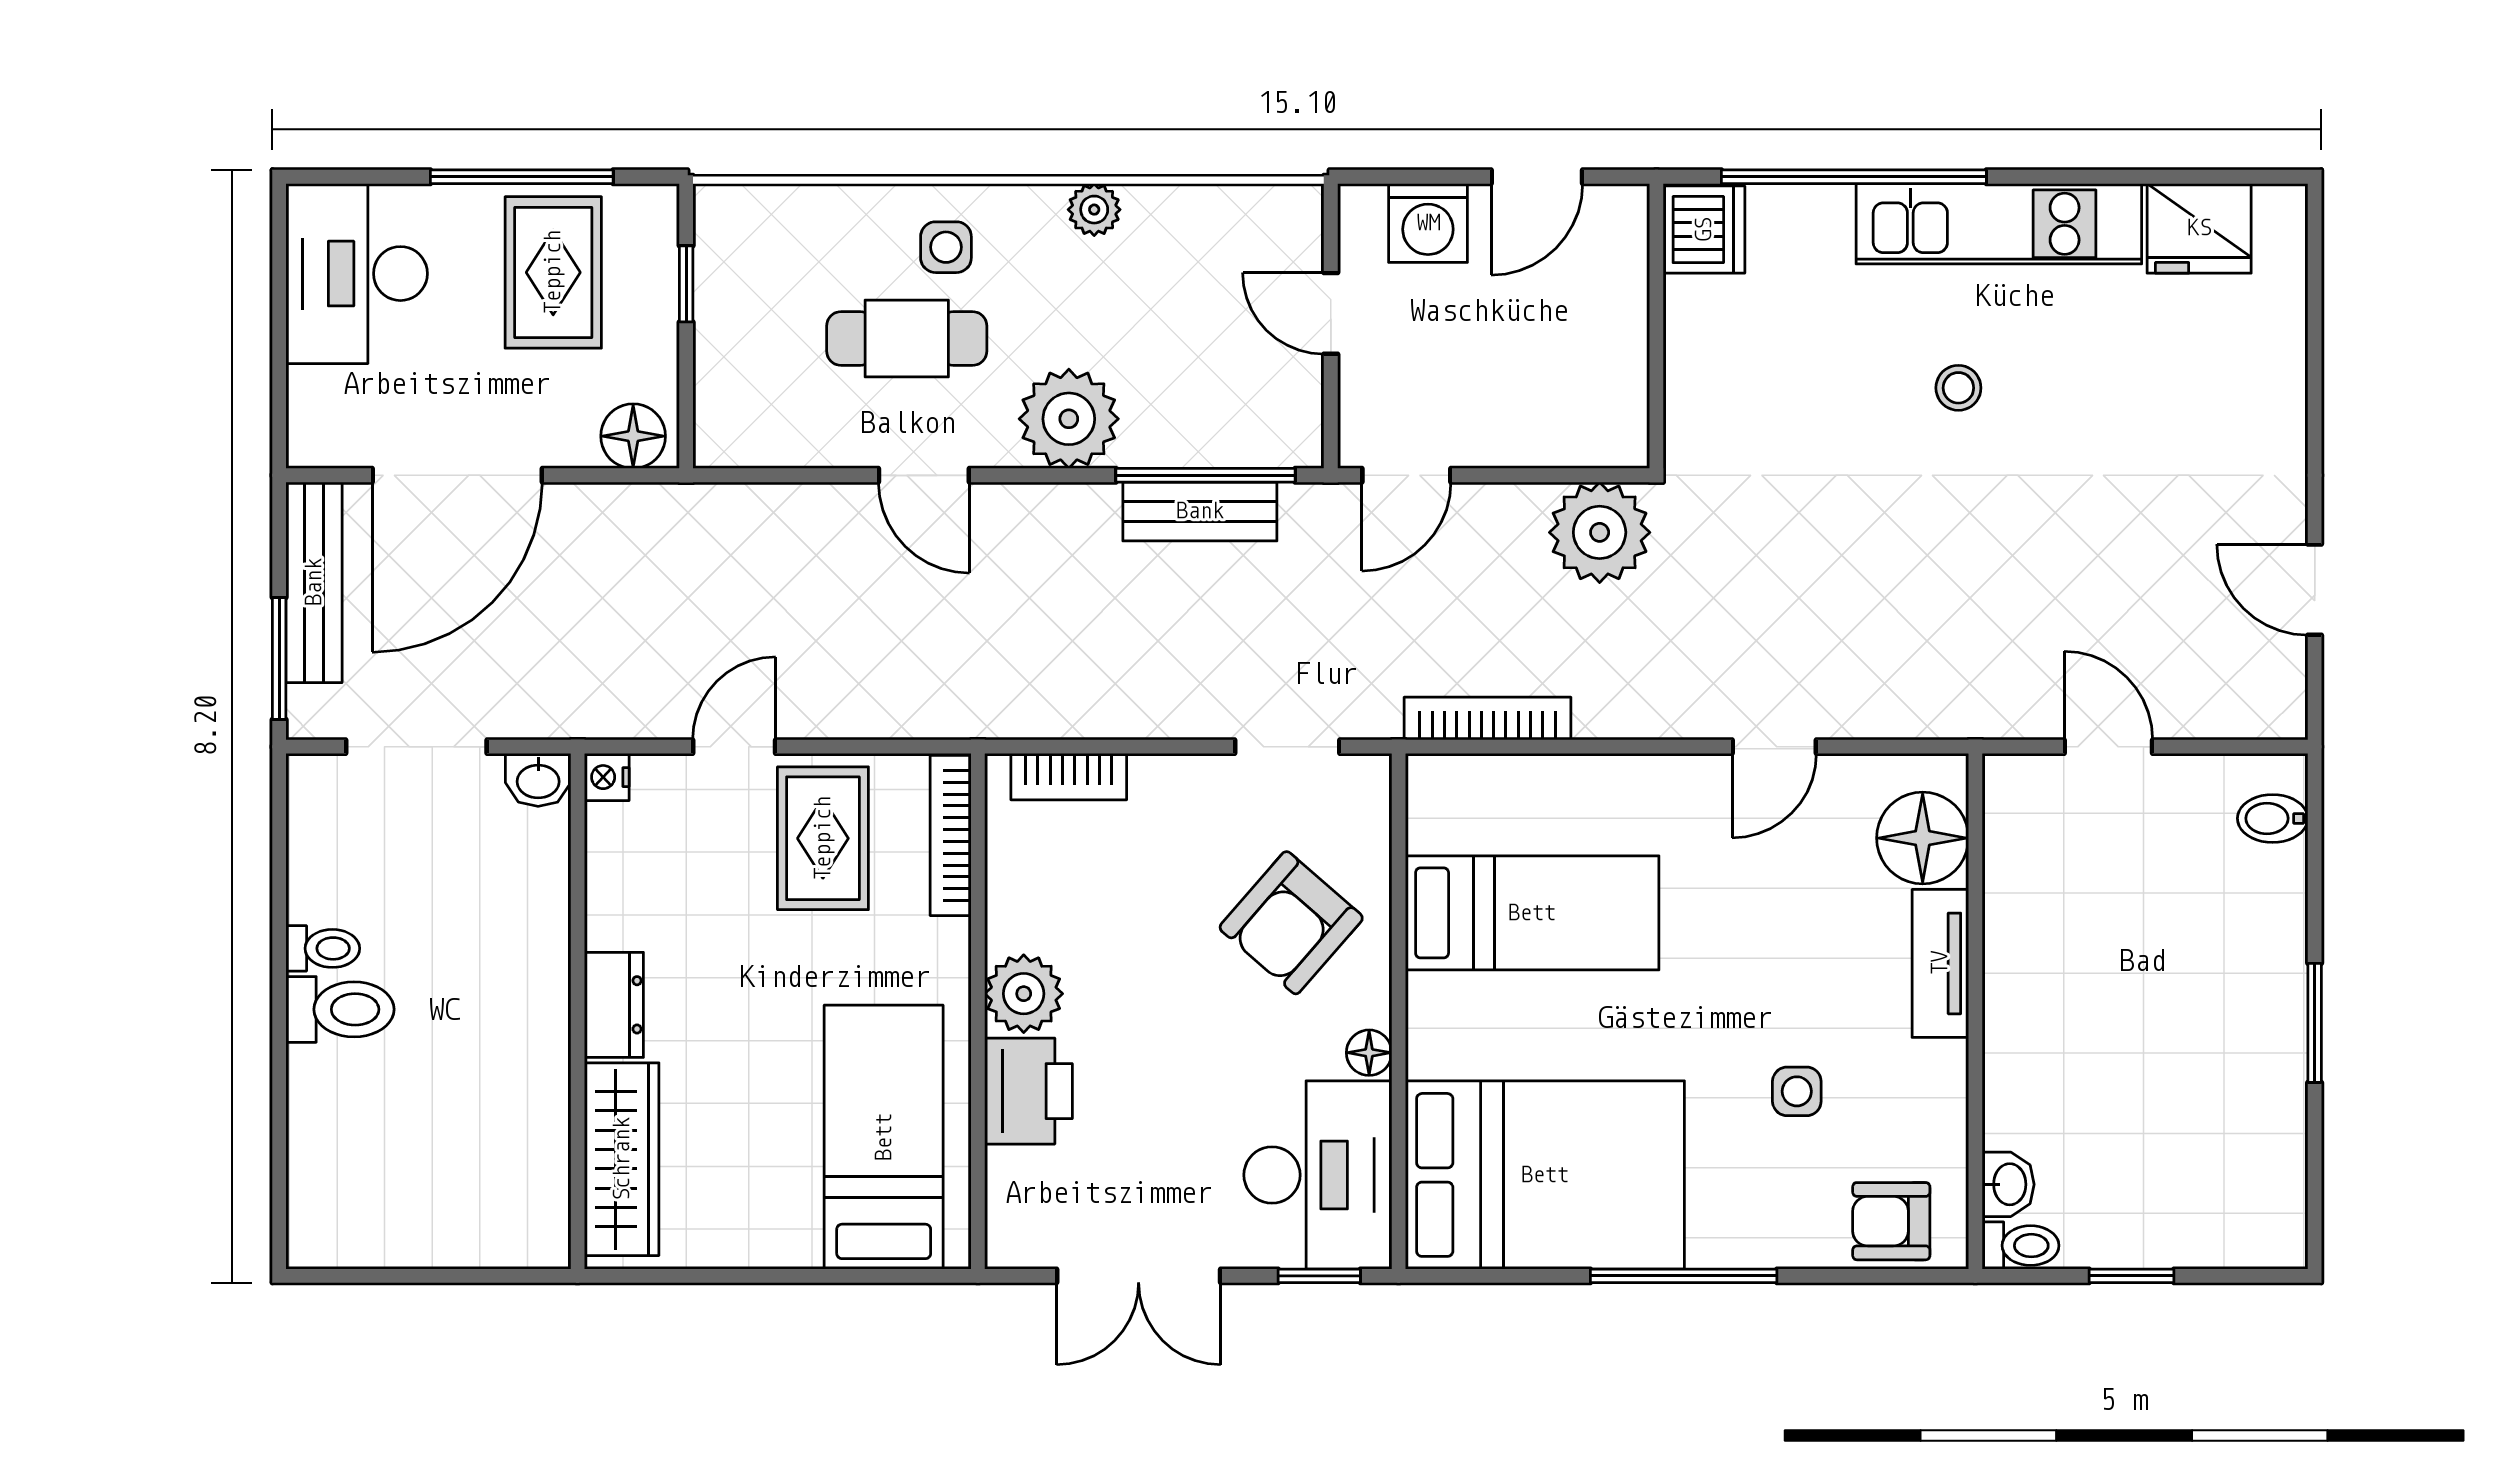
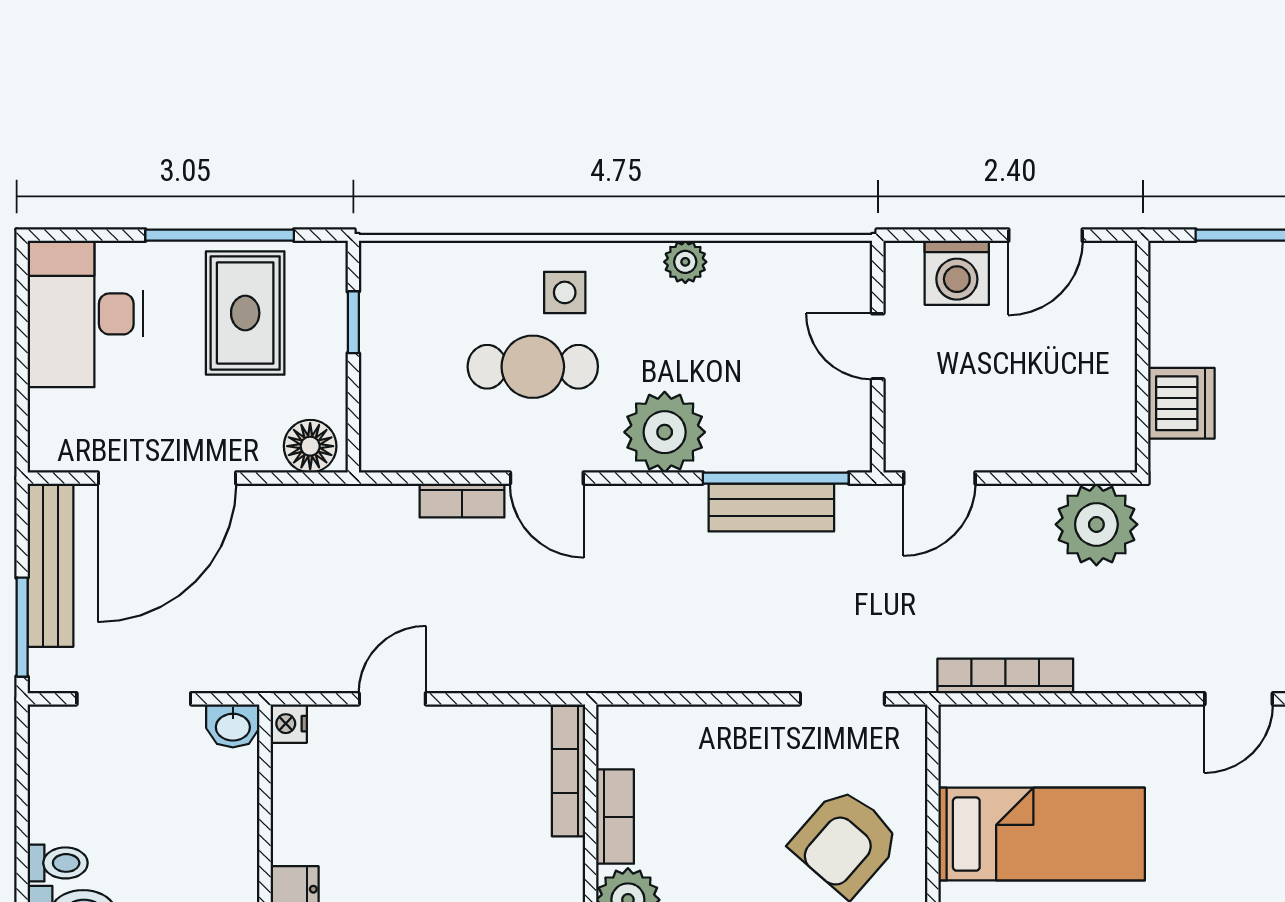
dishwasher: (1704, 230) -> (1181, 403), moved
bookcase: (820, 503) -> (462, 501), added
bookcase: (1069, 777) -> (615, 817), moved, turned -90
rug: (823, 838) -> (465, 773), removed

